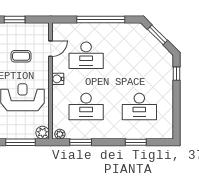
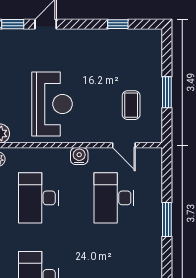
window: (101, 20) -> (167, 219), width x0.47
coffee table: (21, 56) -> (131, 105), moved

